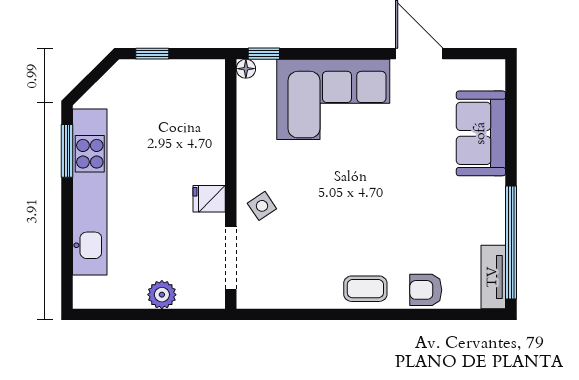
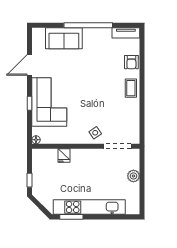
window: (264, 54) -> (29, 103), moved
fridge: (209, 199) -> (64, 156), moved
window: (511, 242) -> (88, 25), moved

